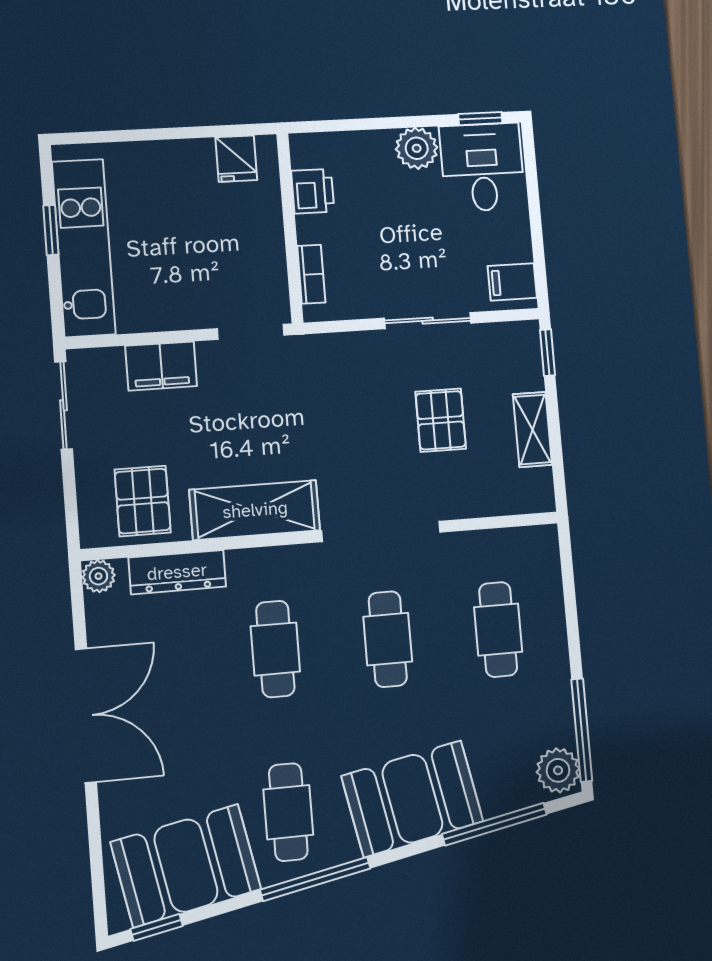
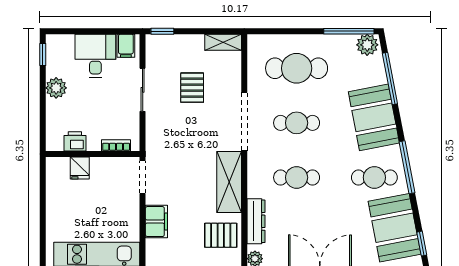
fridge: (236, 159) -> (80, 168), moved, turned 90
desk: (482, 167) -> (95, 56), moved, turned 90
pallet: (441, 420) -> (192, 88), turned 90
shelving: (532, 430) -> (223, 42), moved
cafe table: (498, 630) -> (297, 68), width x1.37, depth x1.35

